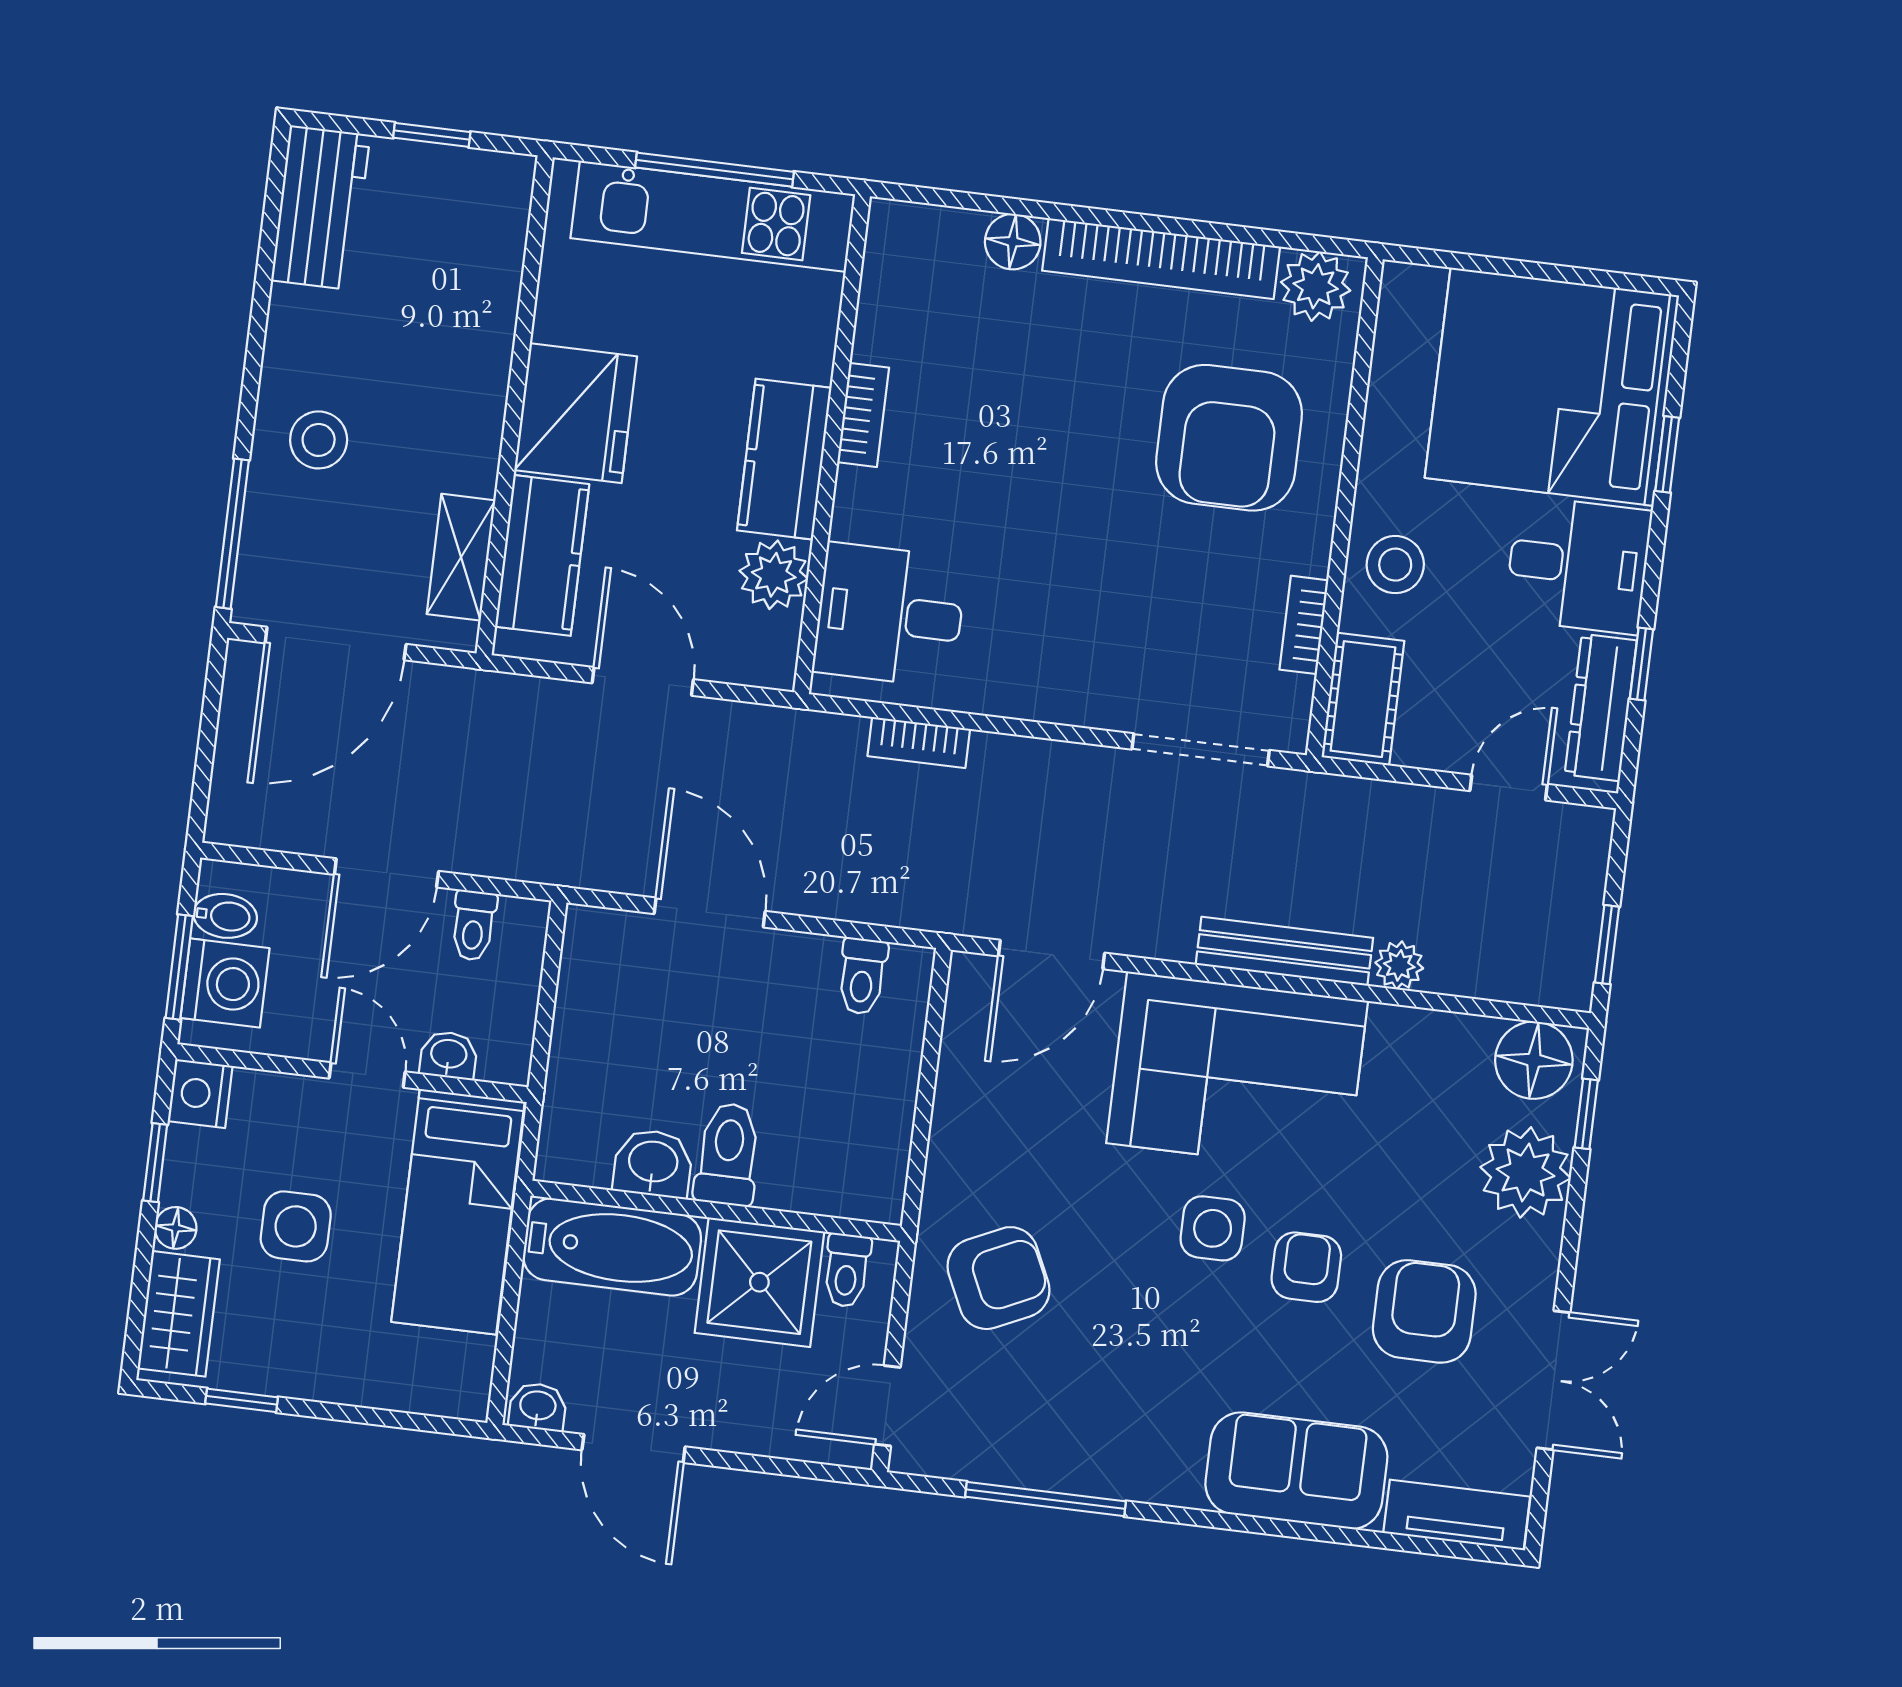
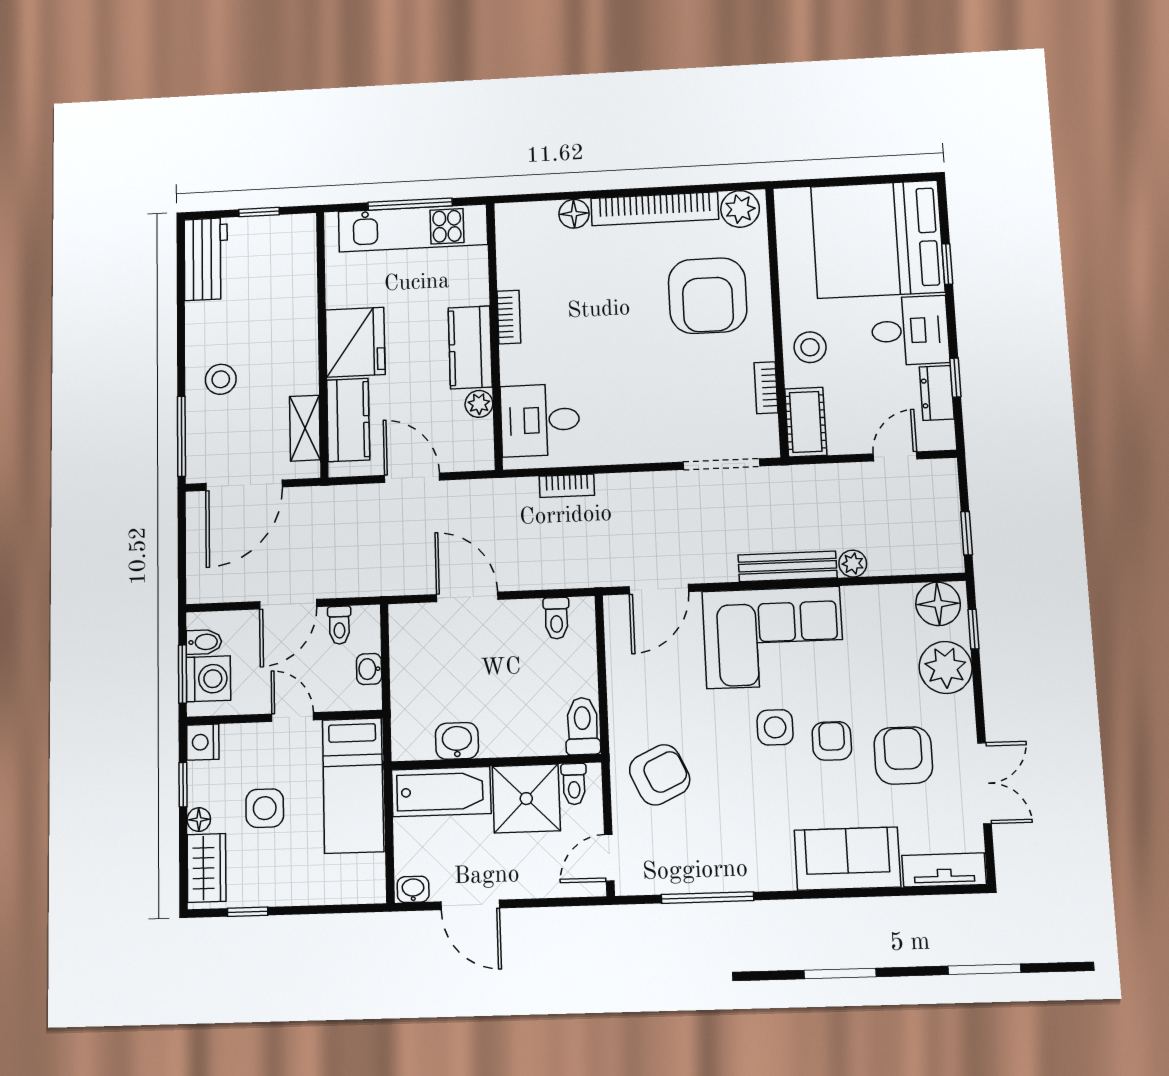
plant: (774, 575) -> (479, 404), width x0.73, depth x0.73
dresser: (1601, 707) -> (937, 393), width x0.70
washbasin: (449, 1055) -> (369, 669), moved, turned -90
toilet: (728, 1154) -> (583, 726), moved

